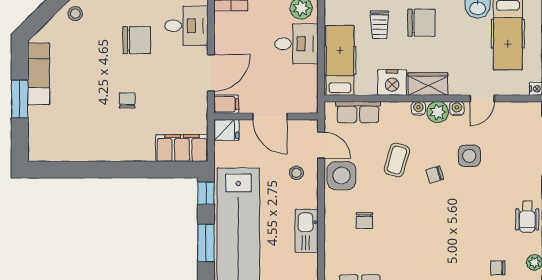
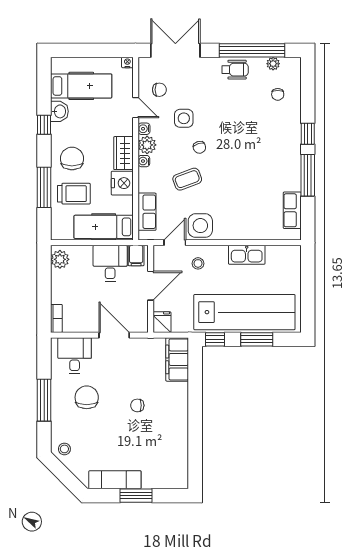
trolley: (379, 25) -> (74, 194), width x1.36, depth x1.39
desk: (296, 44) -> (110, 263), moved
filing cabinet: (226, 104) -> (136, 256), moved, turned 180
coffee table: (397, 160) -> (187, 179), turned -37
chair: (364, 221) -> (159, 90), moved

